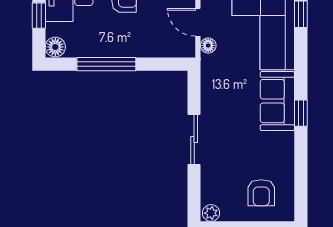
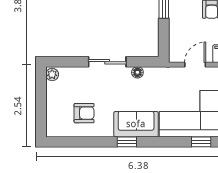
floor lamp: (208, 45) -> (137, 72), moved
armchair: (261, 193) -> (84, 113), moved, turned 180

